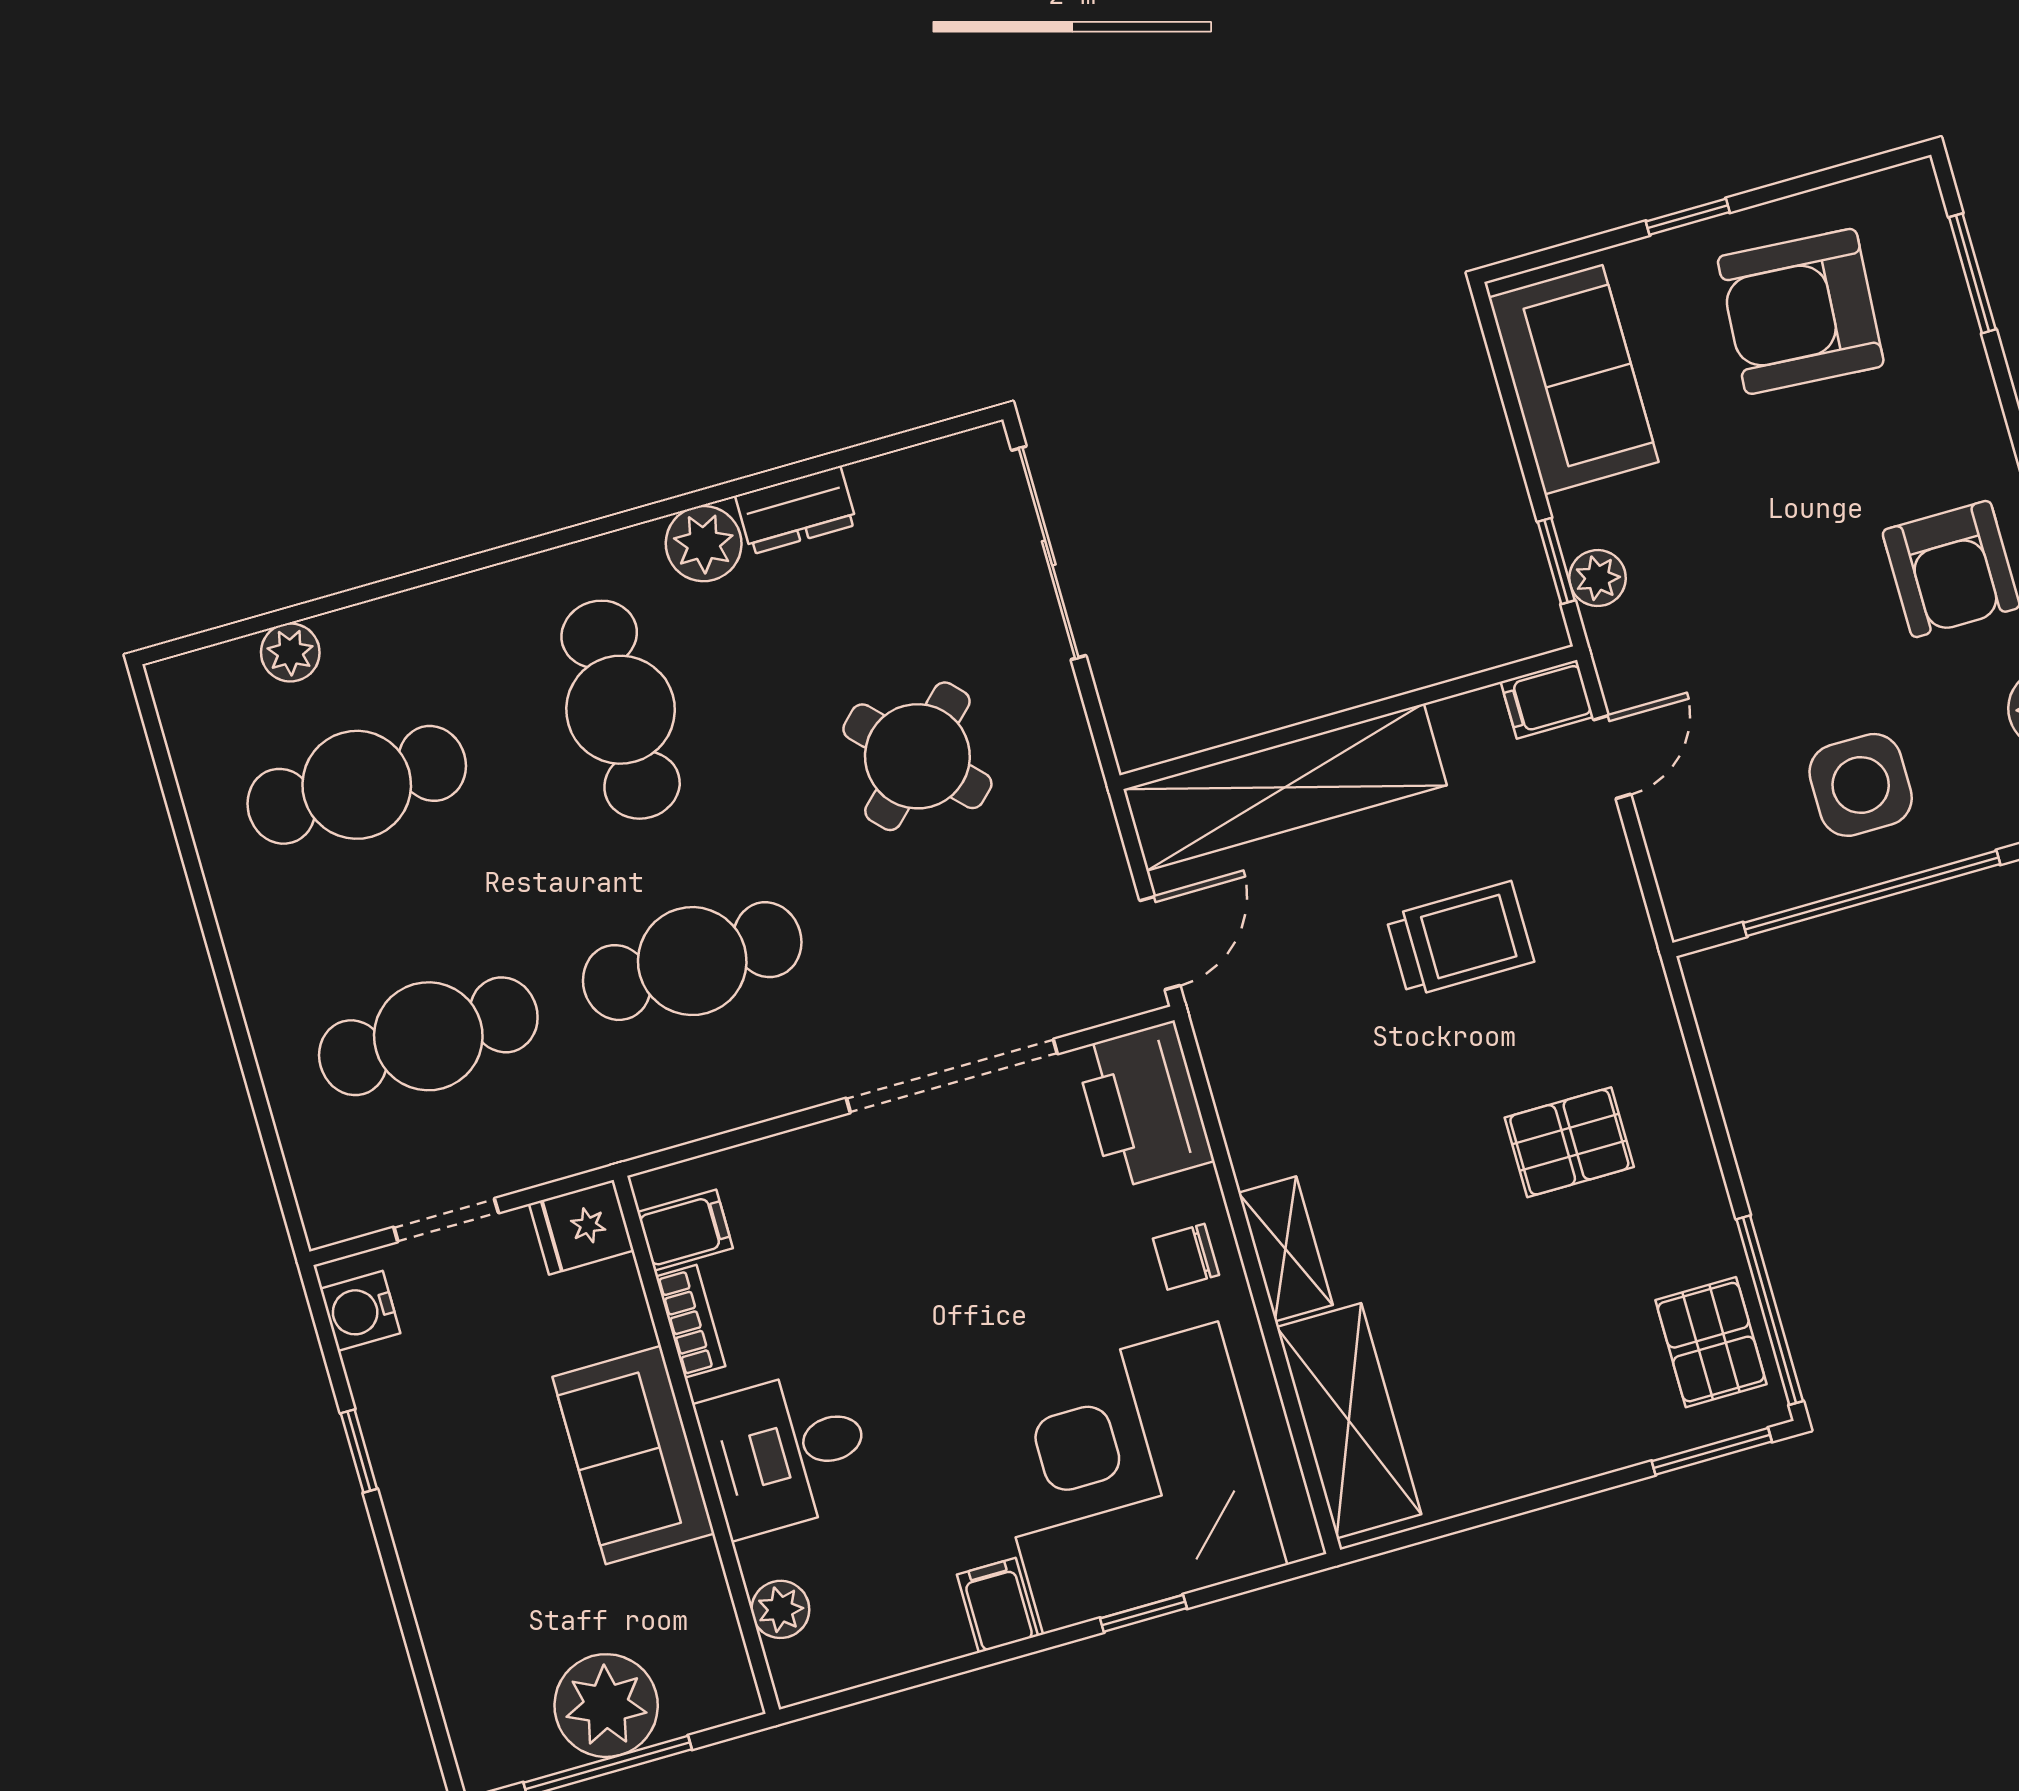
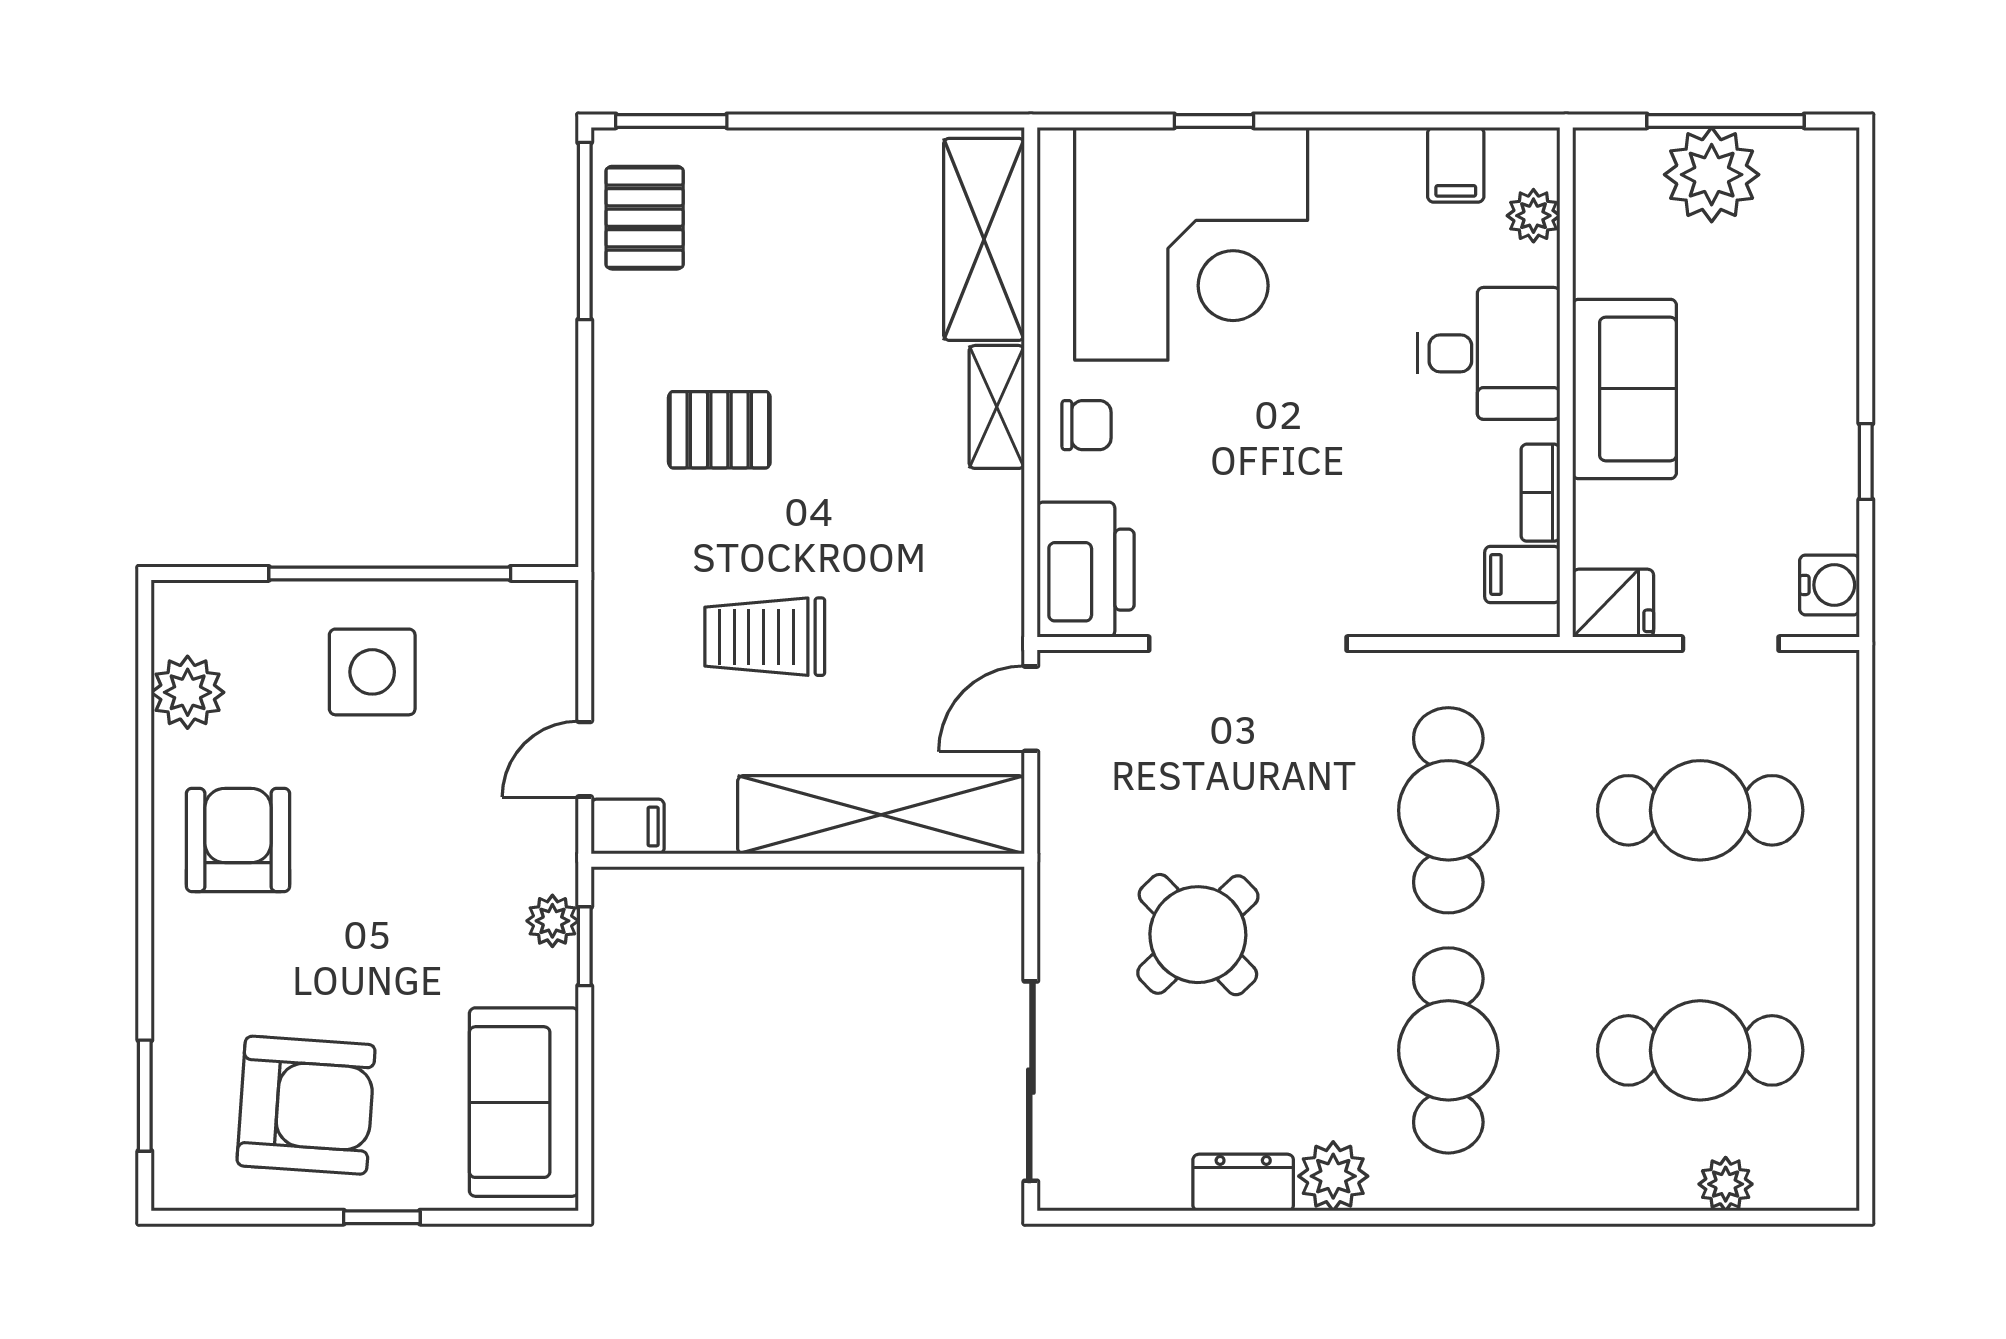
cafe table: (692, 961) -> (1448, 810), turned 90
filing cabinet: (997, 1605) -> (1456, 165), moved

